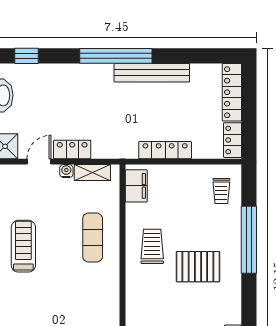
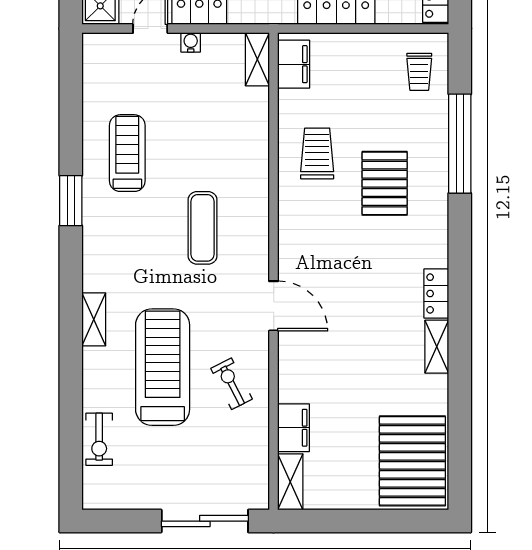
shelving: (92, 173) -> (257, 59), moved, turned 90
exercise mat: (93, 238) -> (203, 228), moved
pallet: (198, 267) -> (385, 183), turned 90

